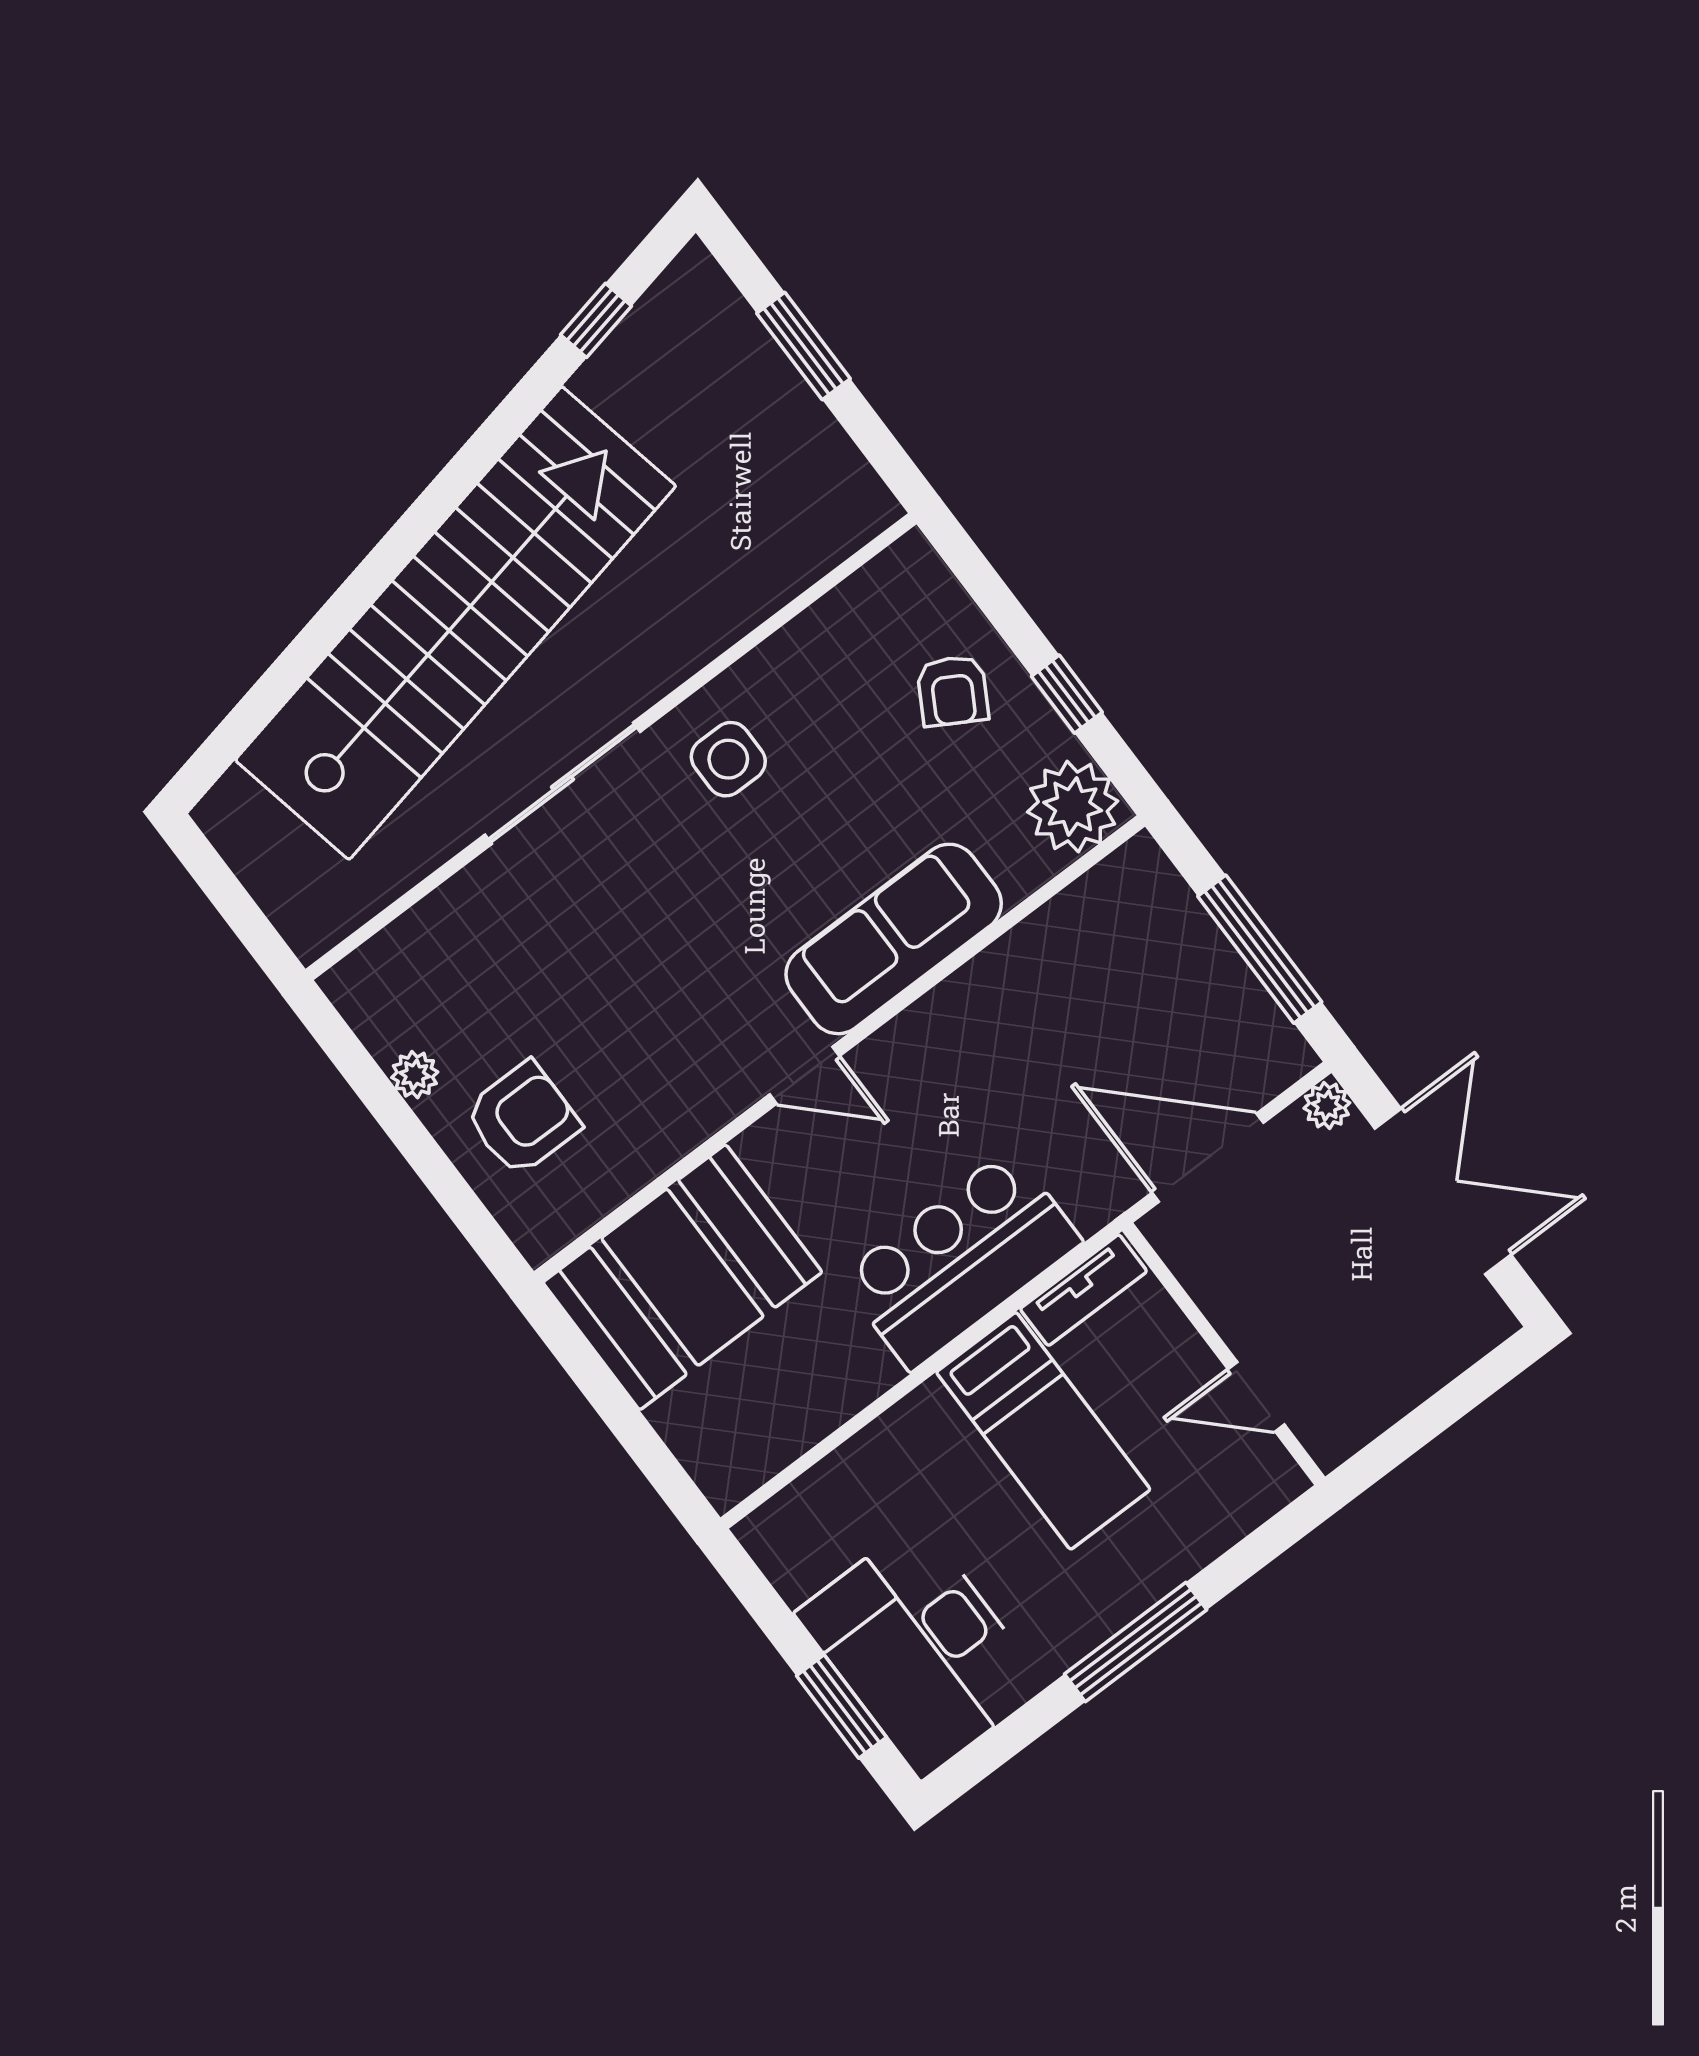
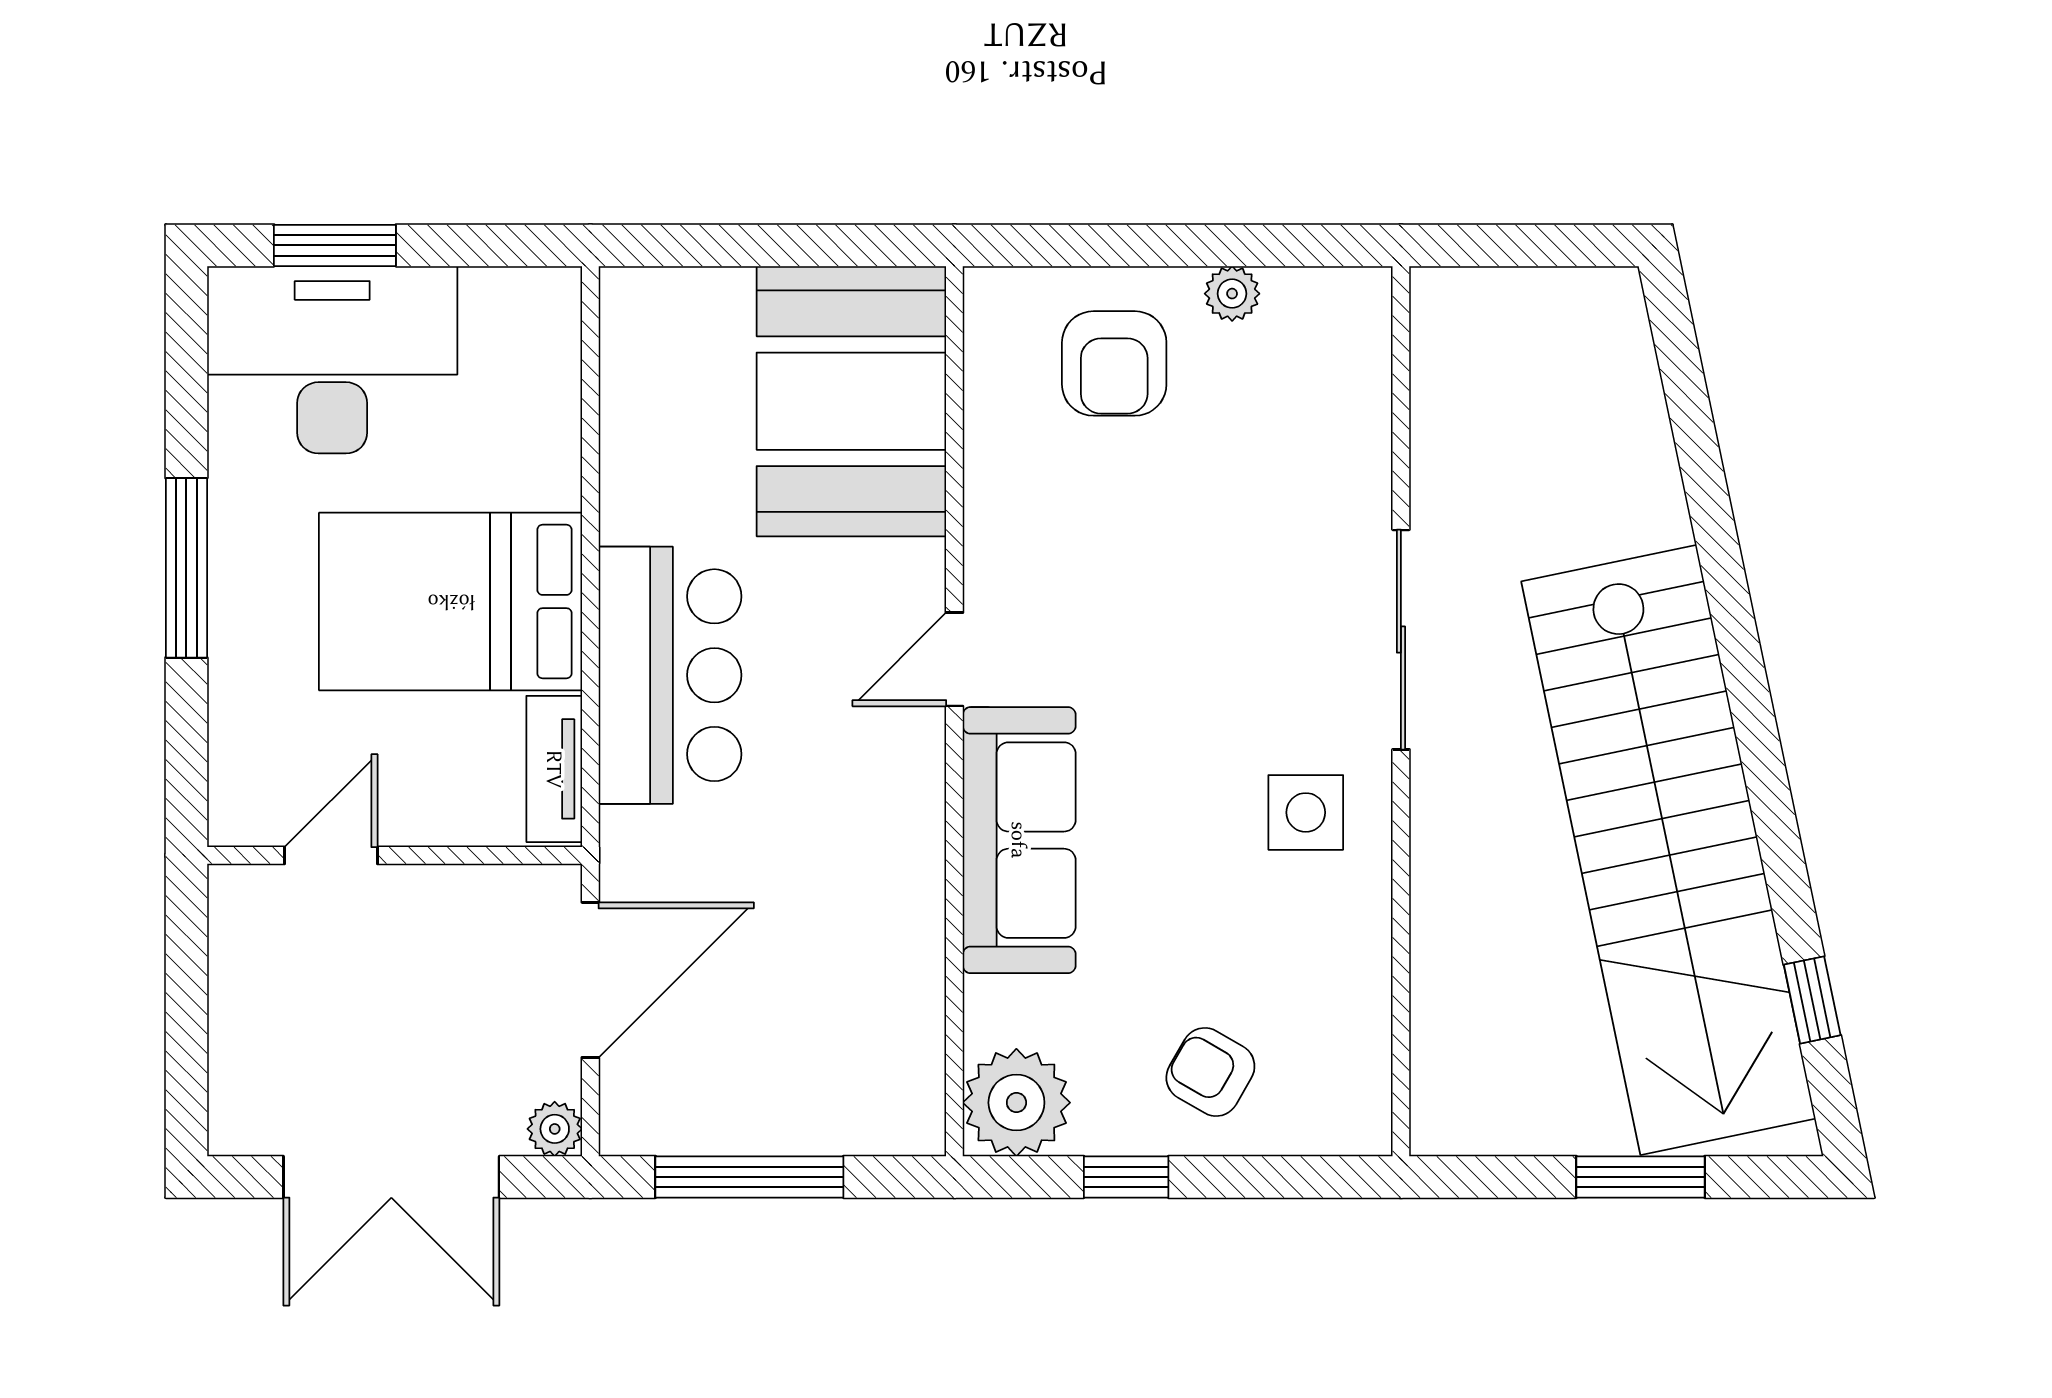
stairs: (456, 623) -> (1668, 850), moved
bed: (1043, 1431) -> (451, 602), width x1.50

